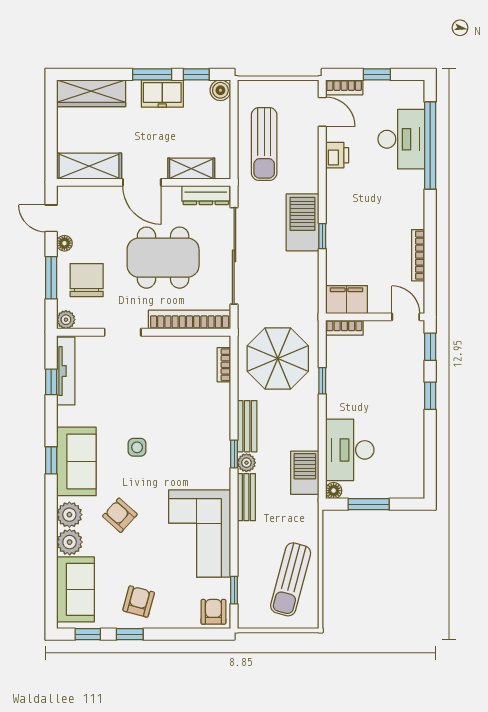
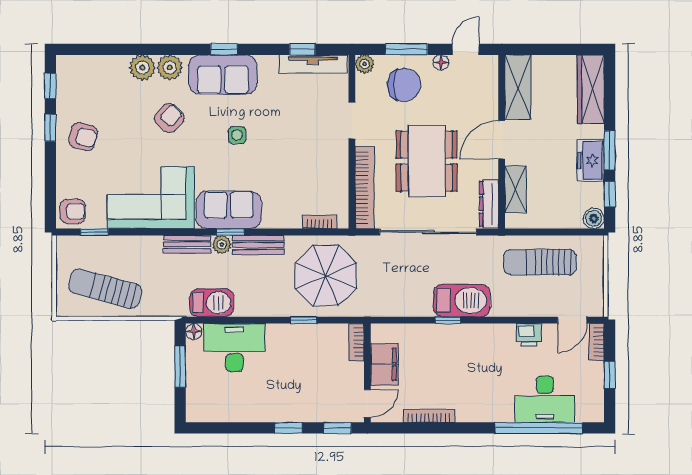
filing cabinet: (347, 300) -> (385, 364), moved
sofa: (75, 589) -> (229, 210), moved, turned 180

